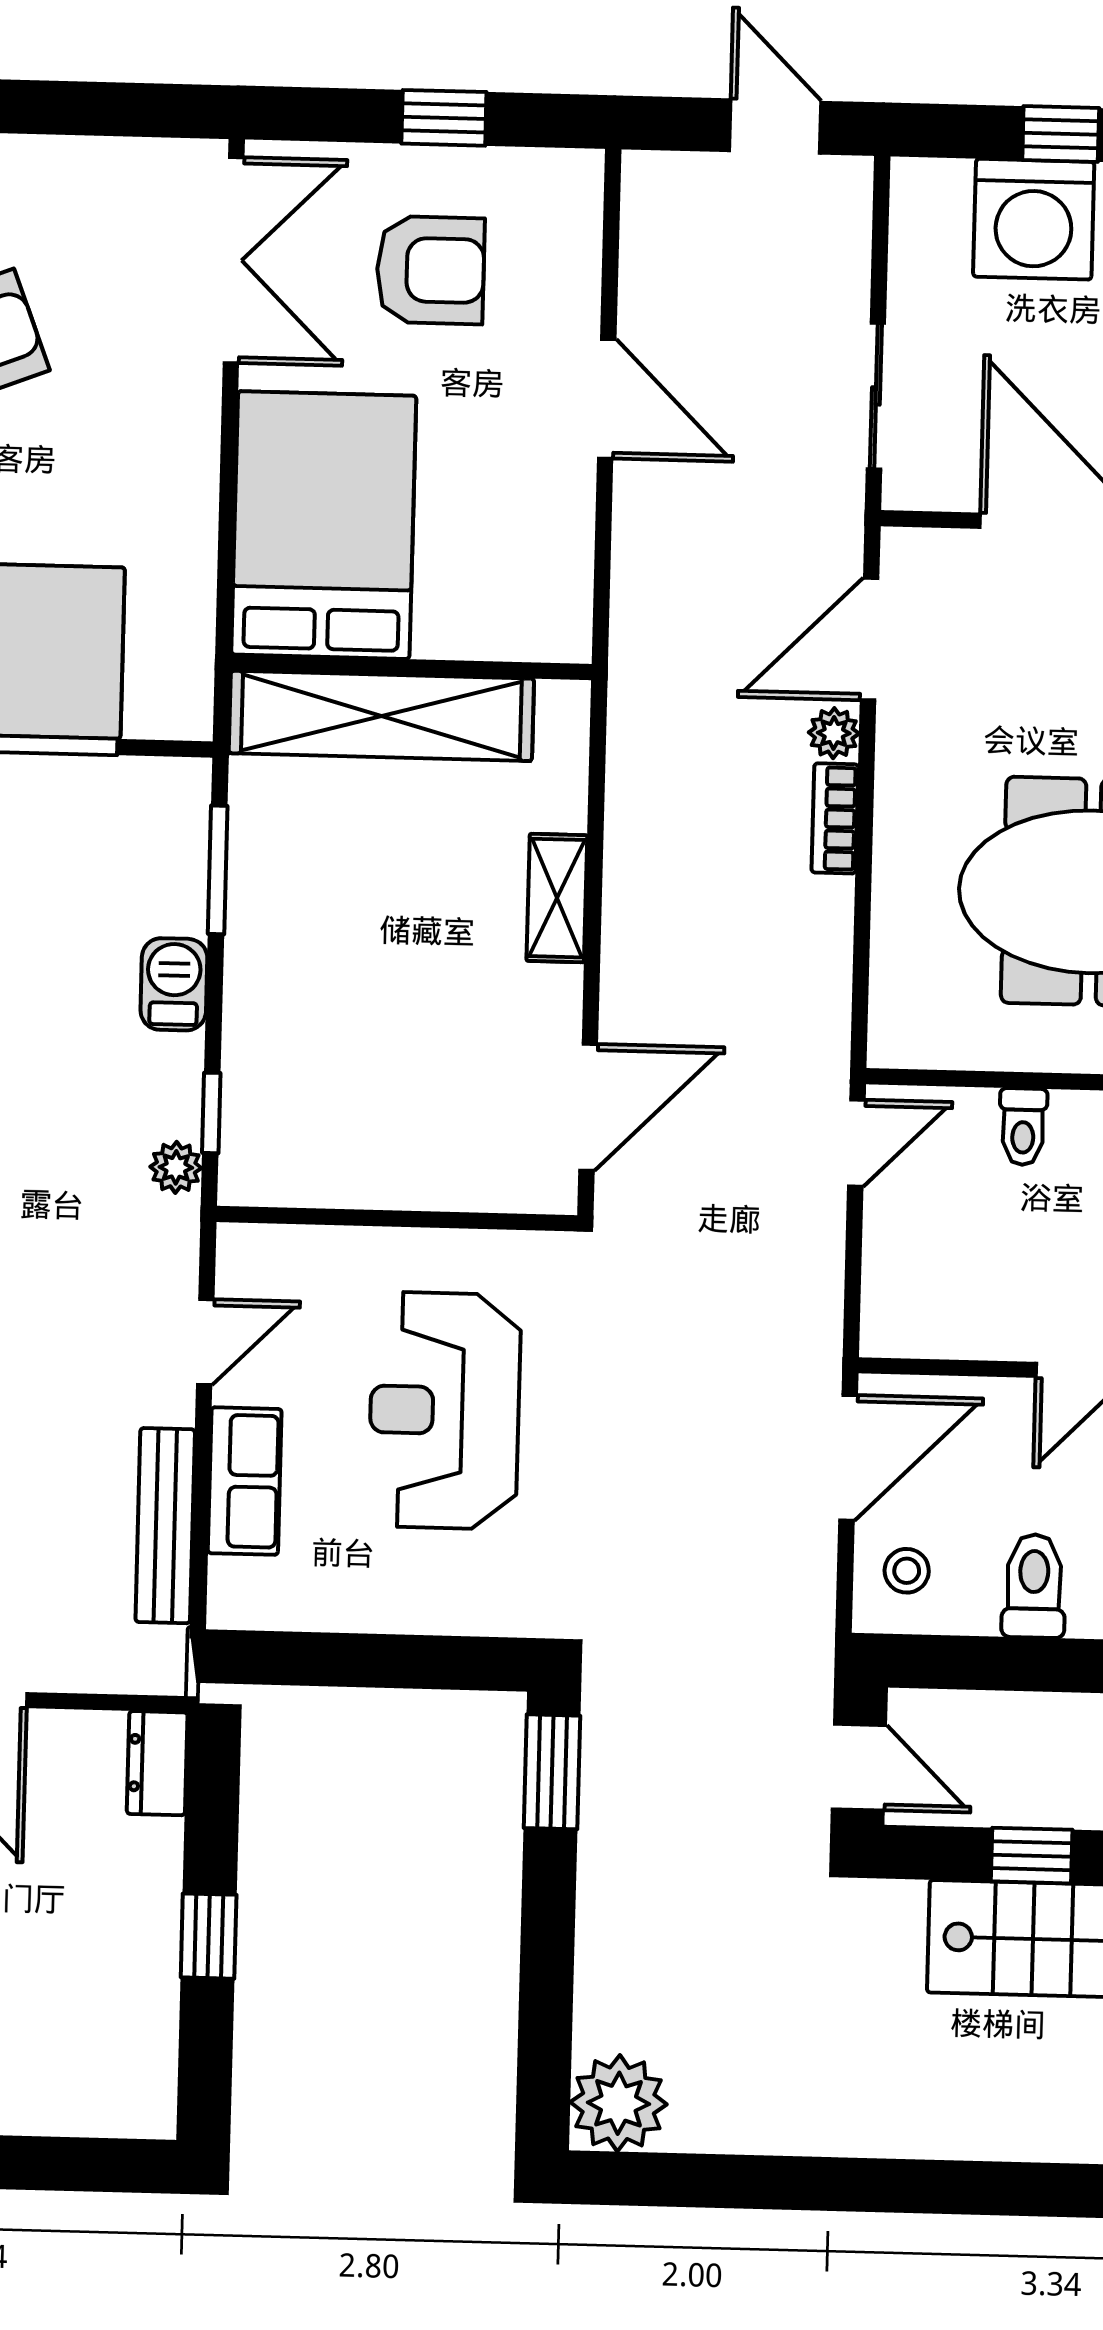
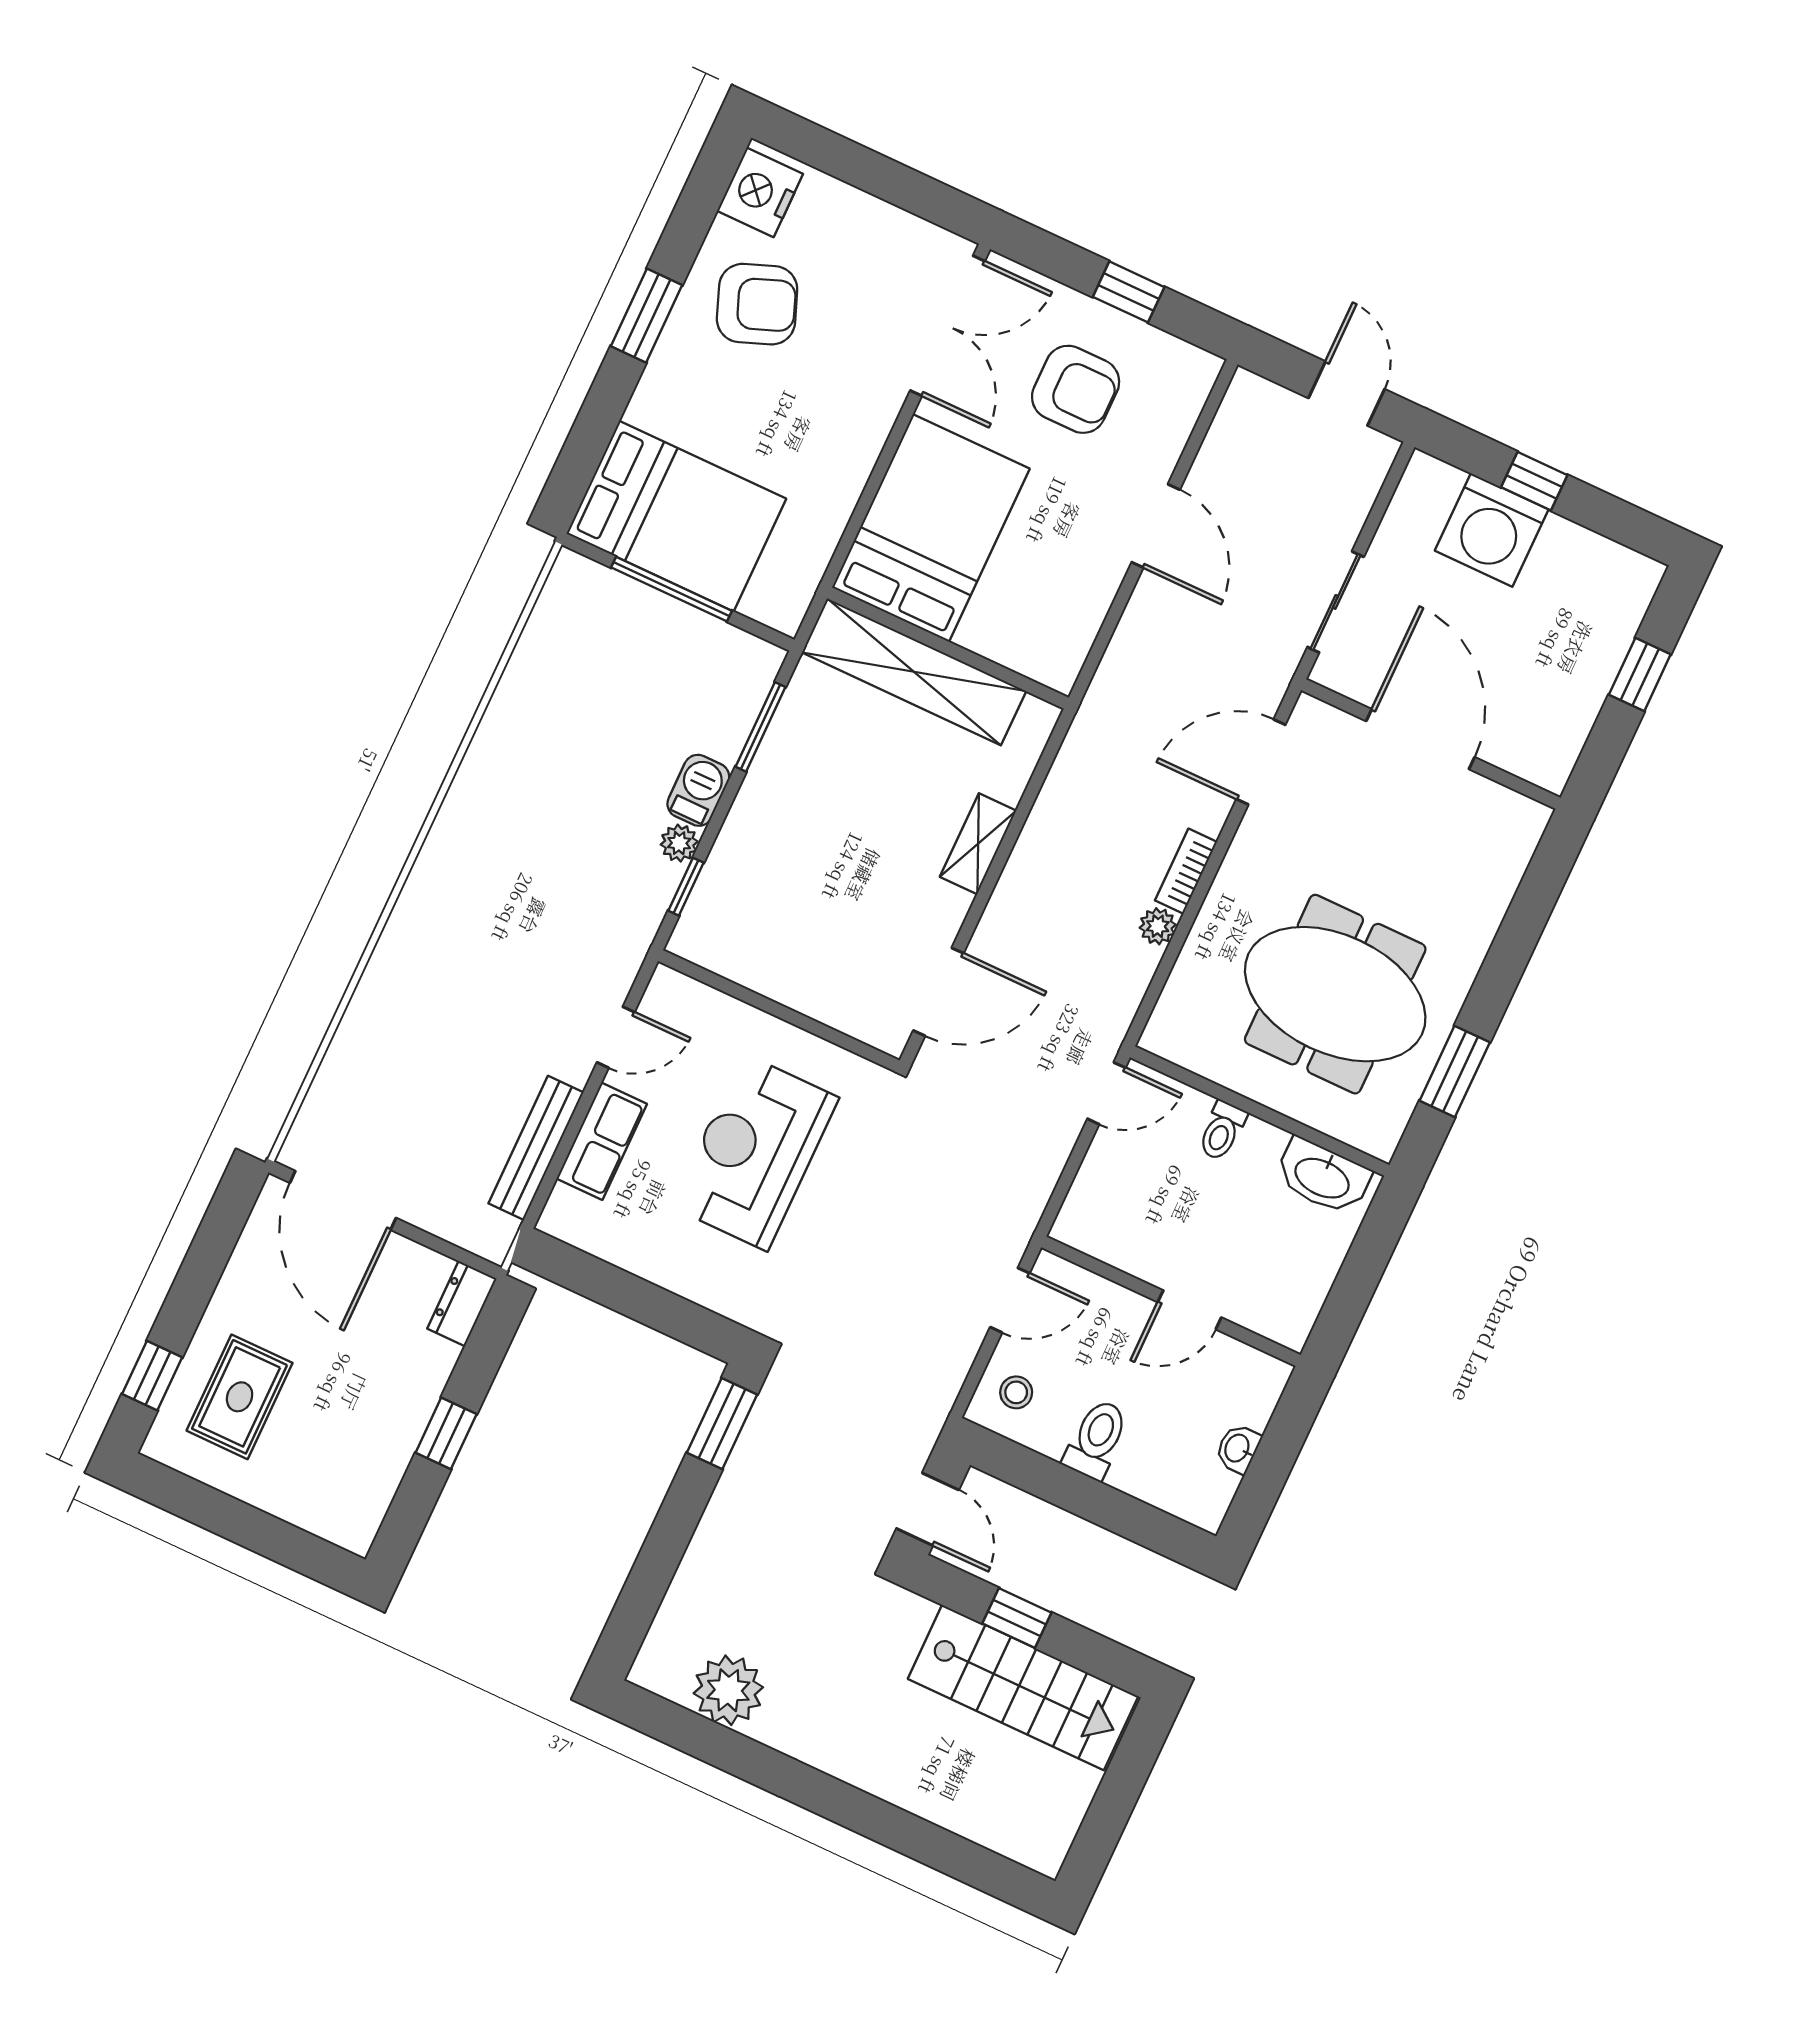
plant: (834, 733) -> (1158, 926), moved
plant: (176, 1167) -> (679, 843), moved
door: (848, 1458) -> (1010, 1300), width x0.73
plant: (619, 2103) -> (728, 1690), moved

